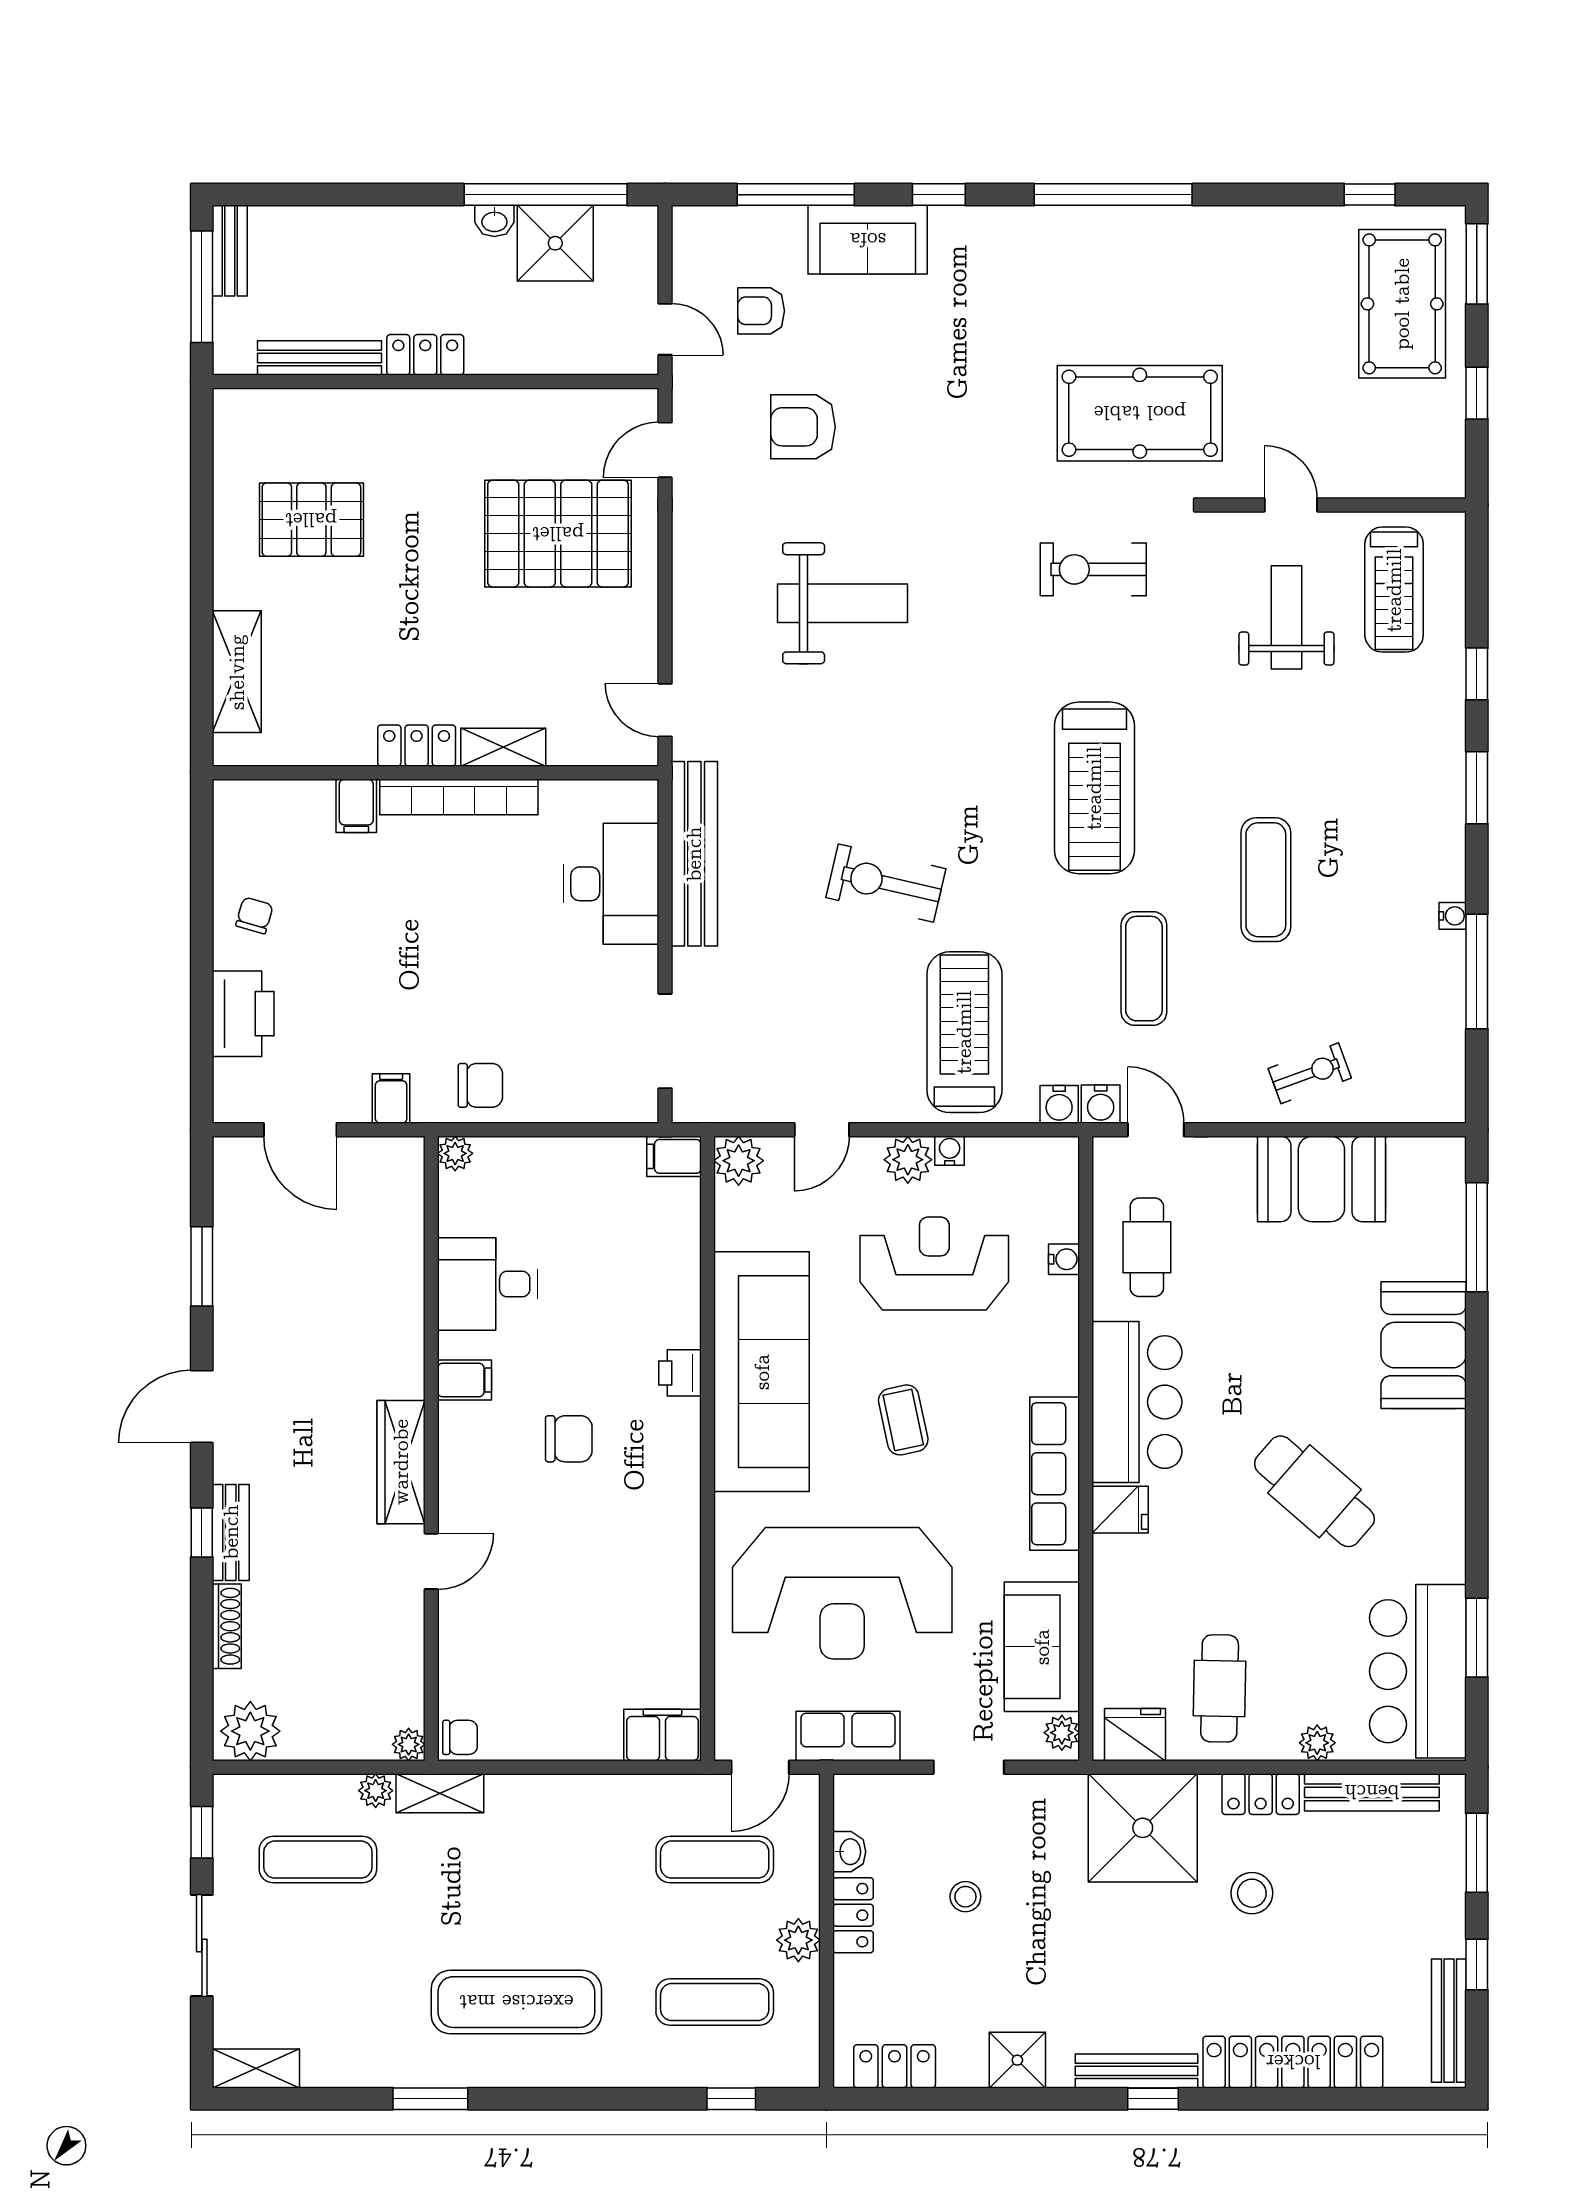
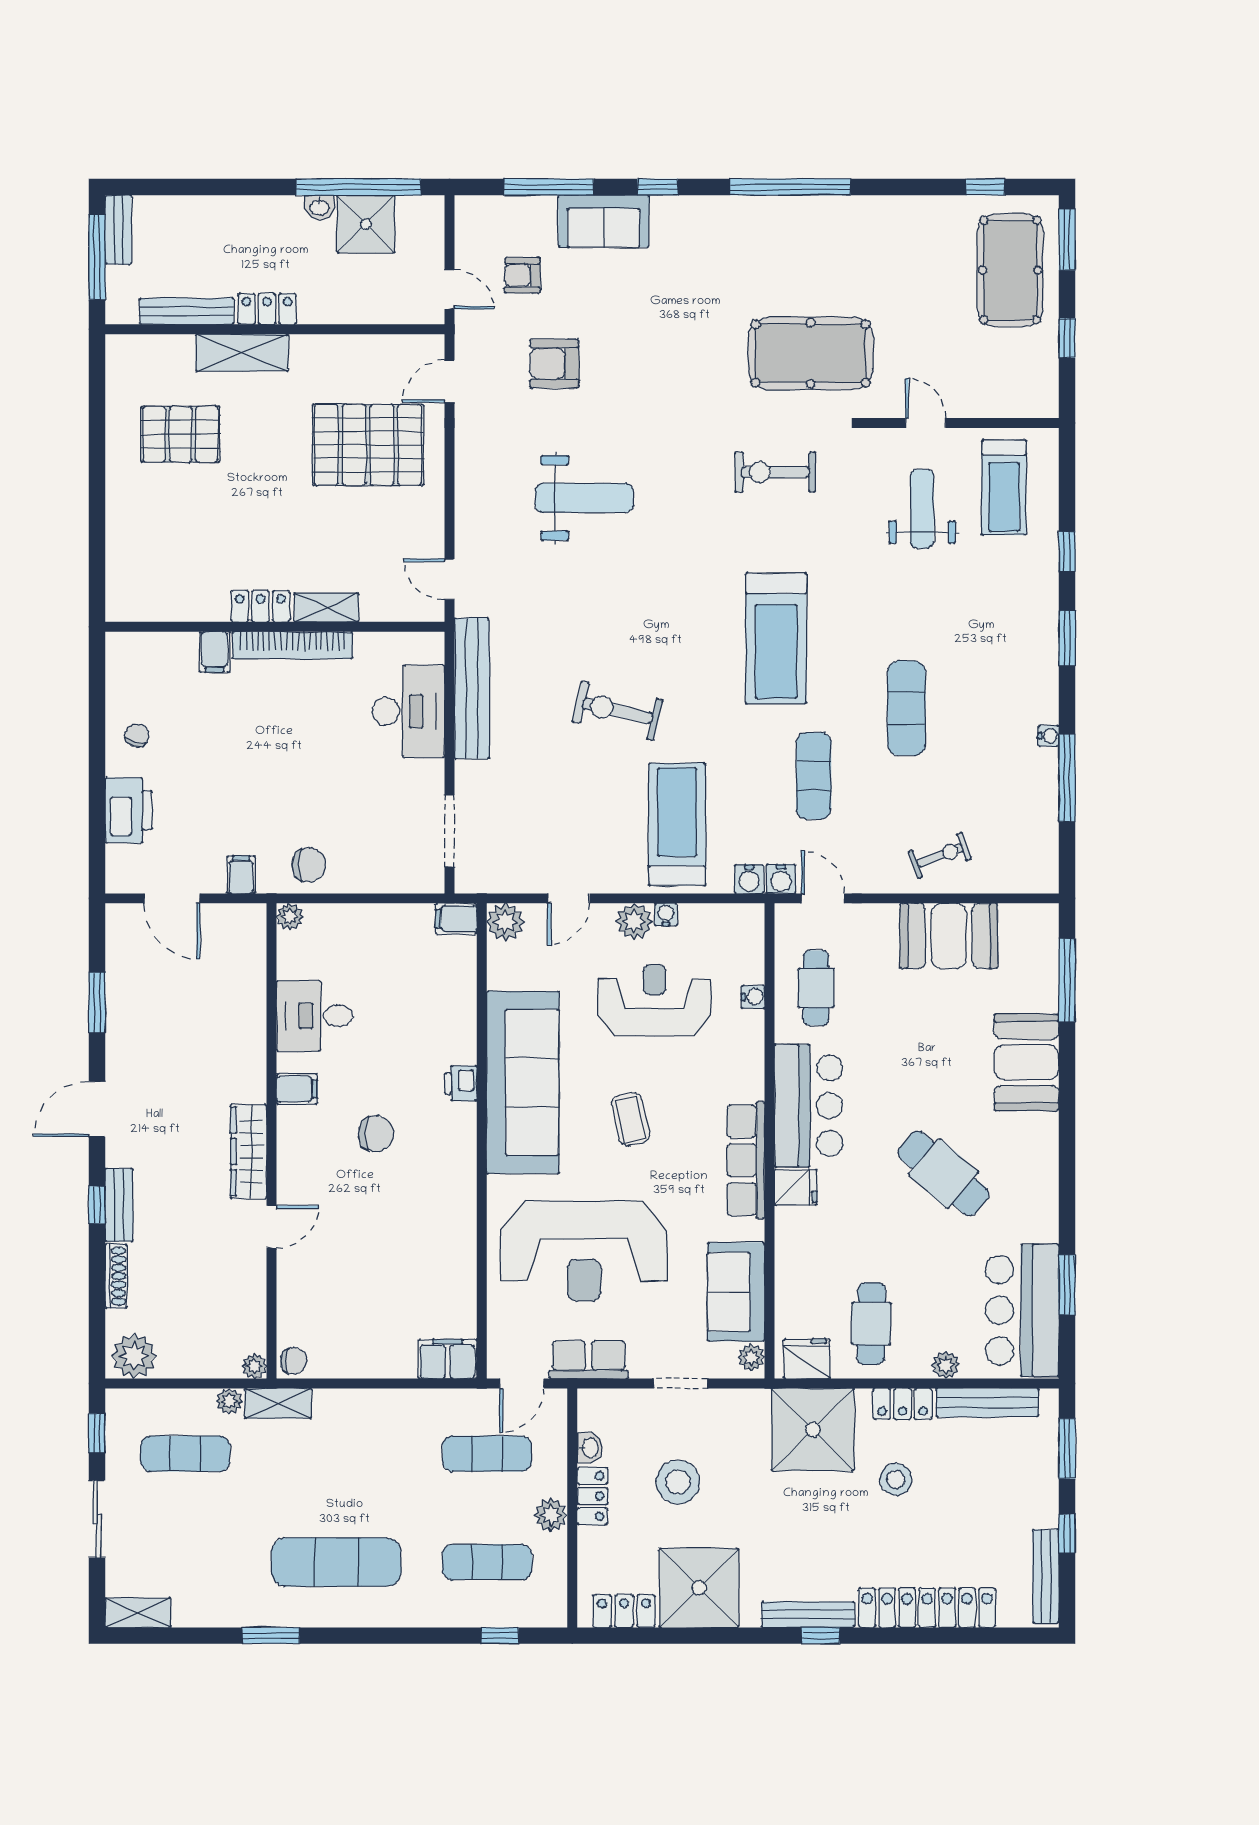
shelving: (237, 672) -> (242, 353), moved, turned 90
stool: (965, 1897) -> (678, 1482), width x1.89, depth x1.89
shower: (1017, 2060) -> (699, 1588), width x1.86, depth x1.86

